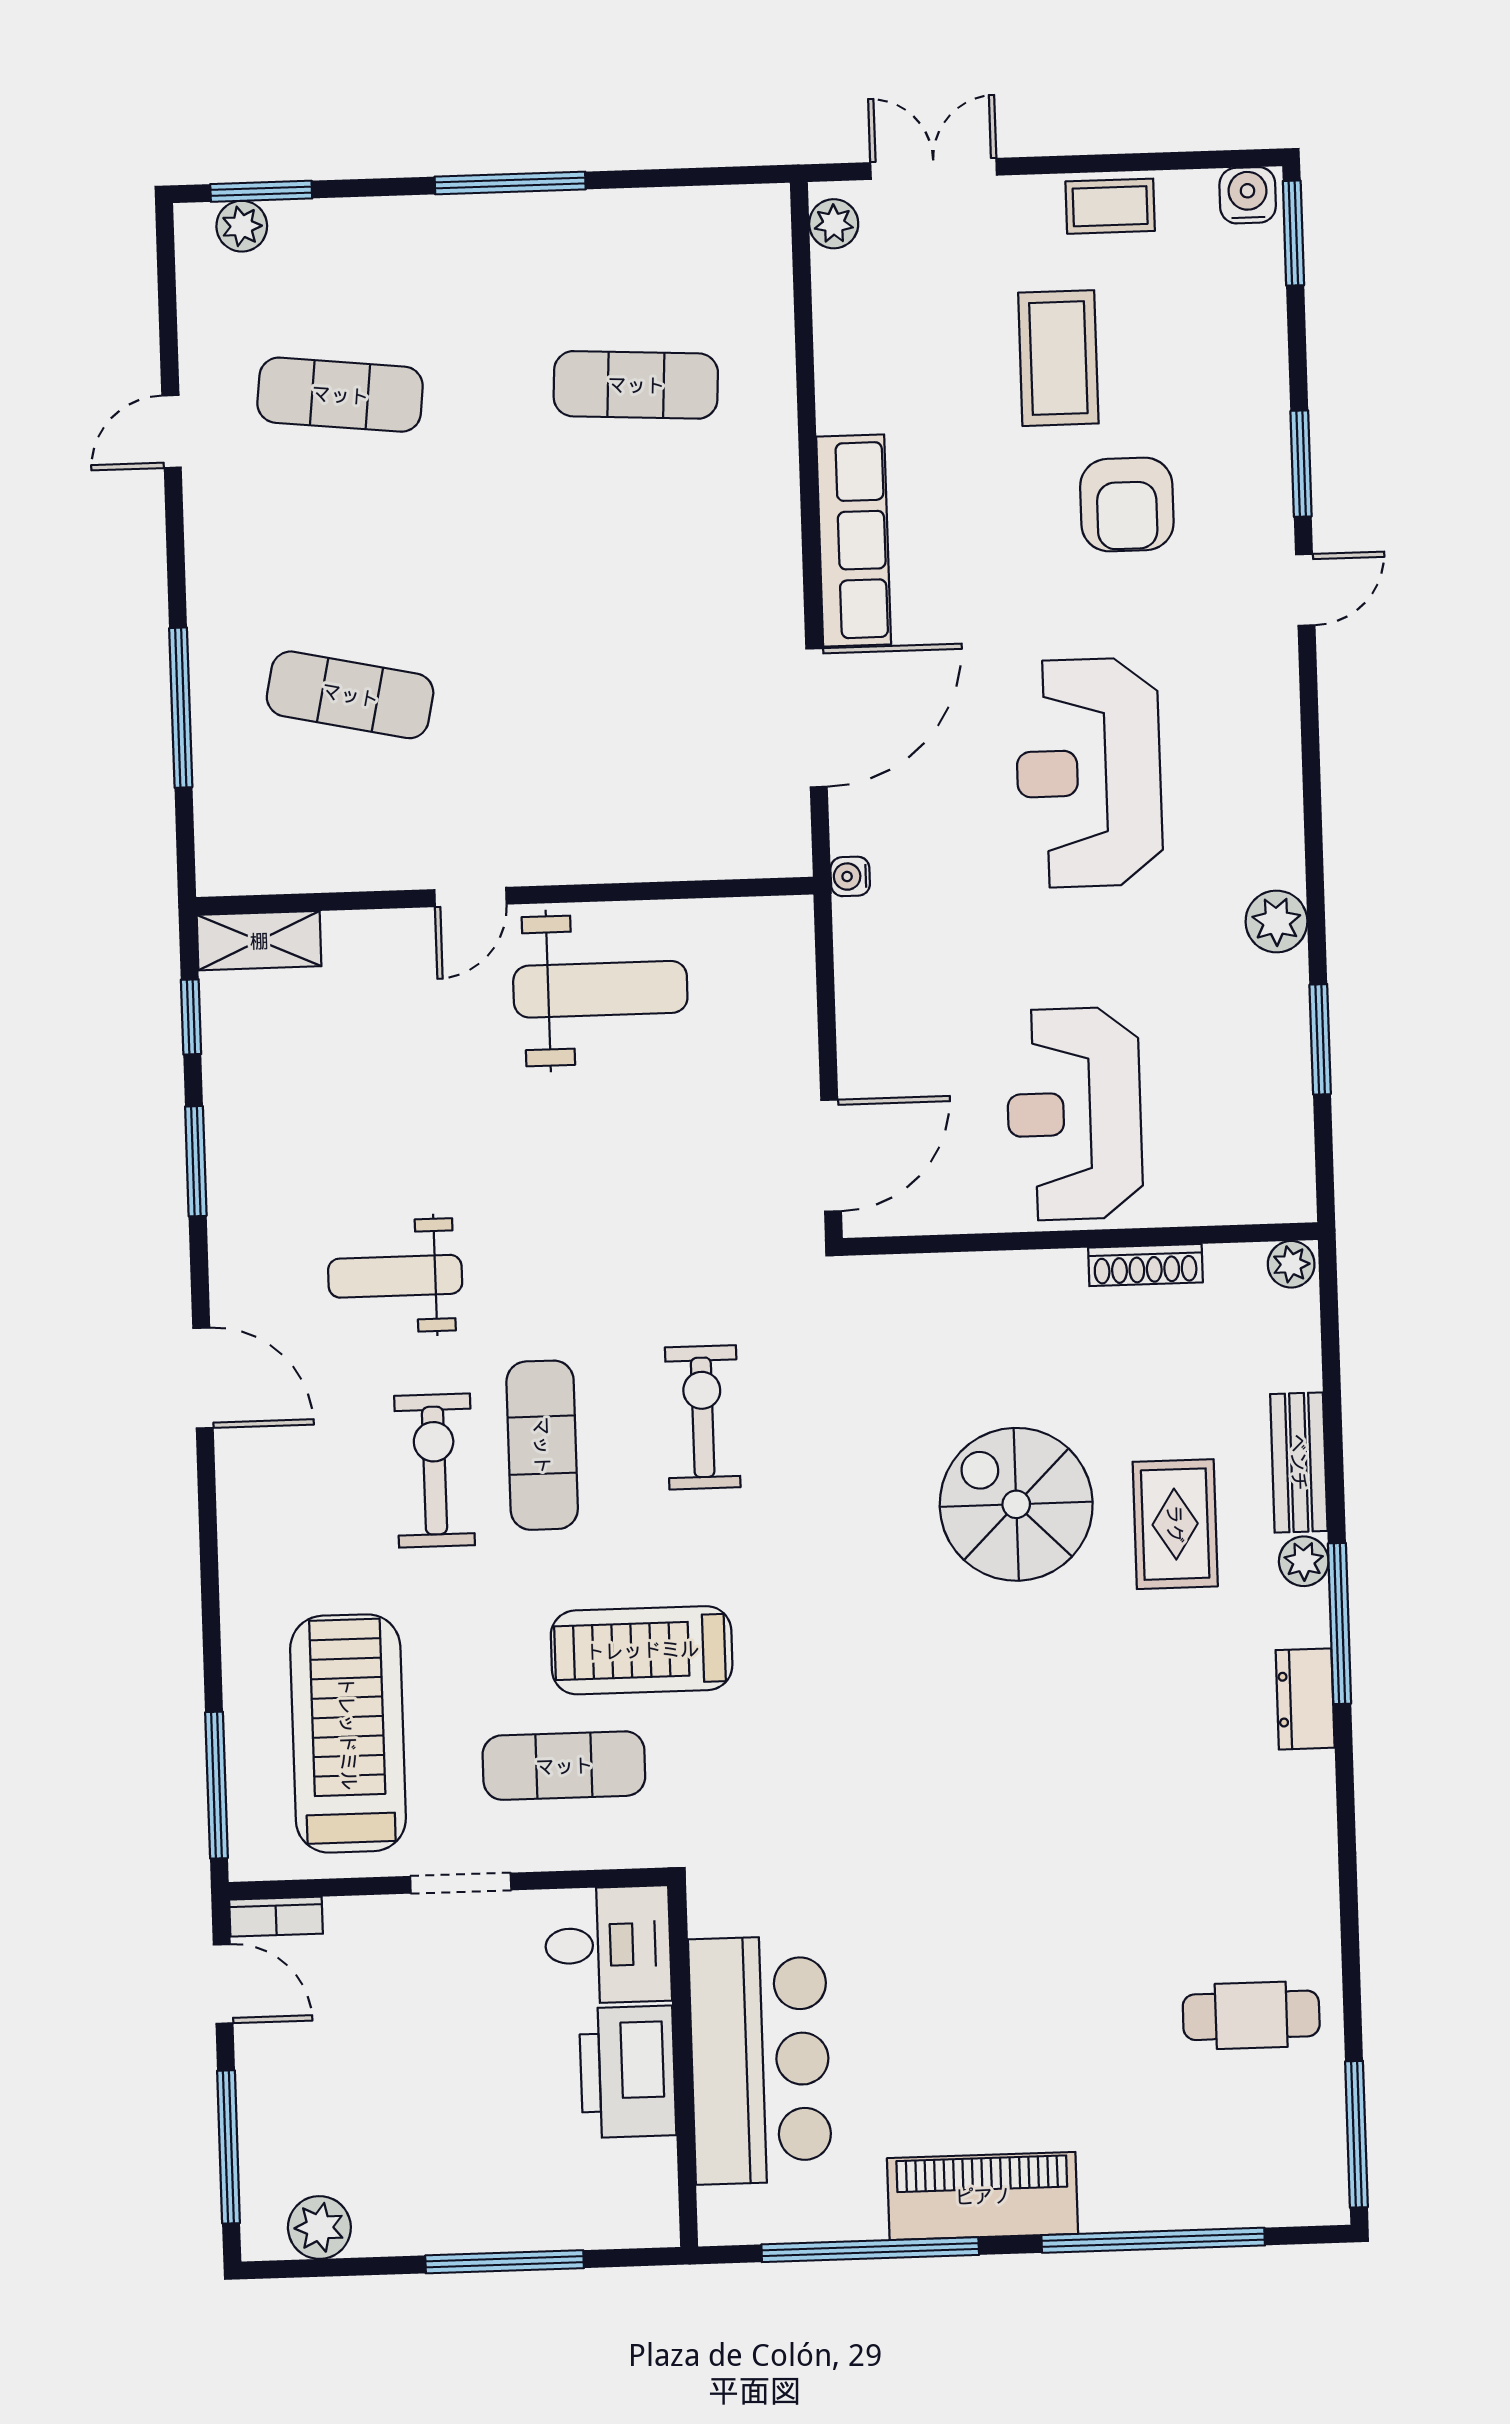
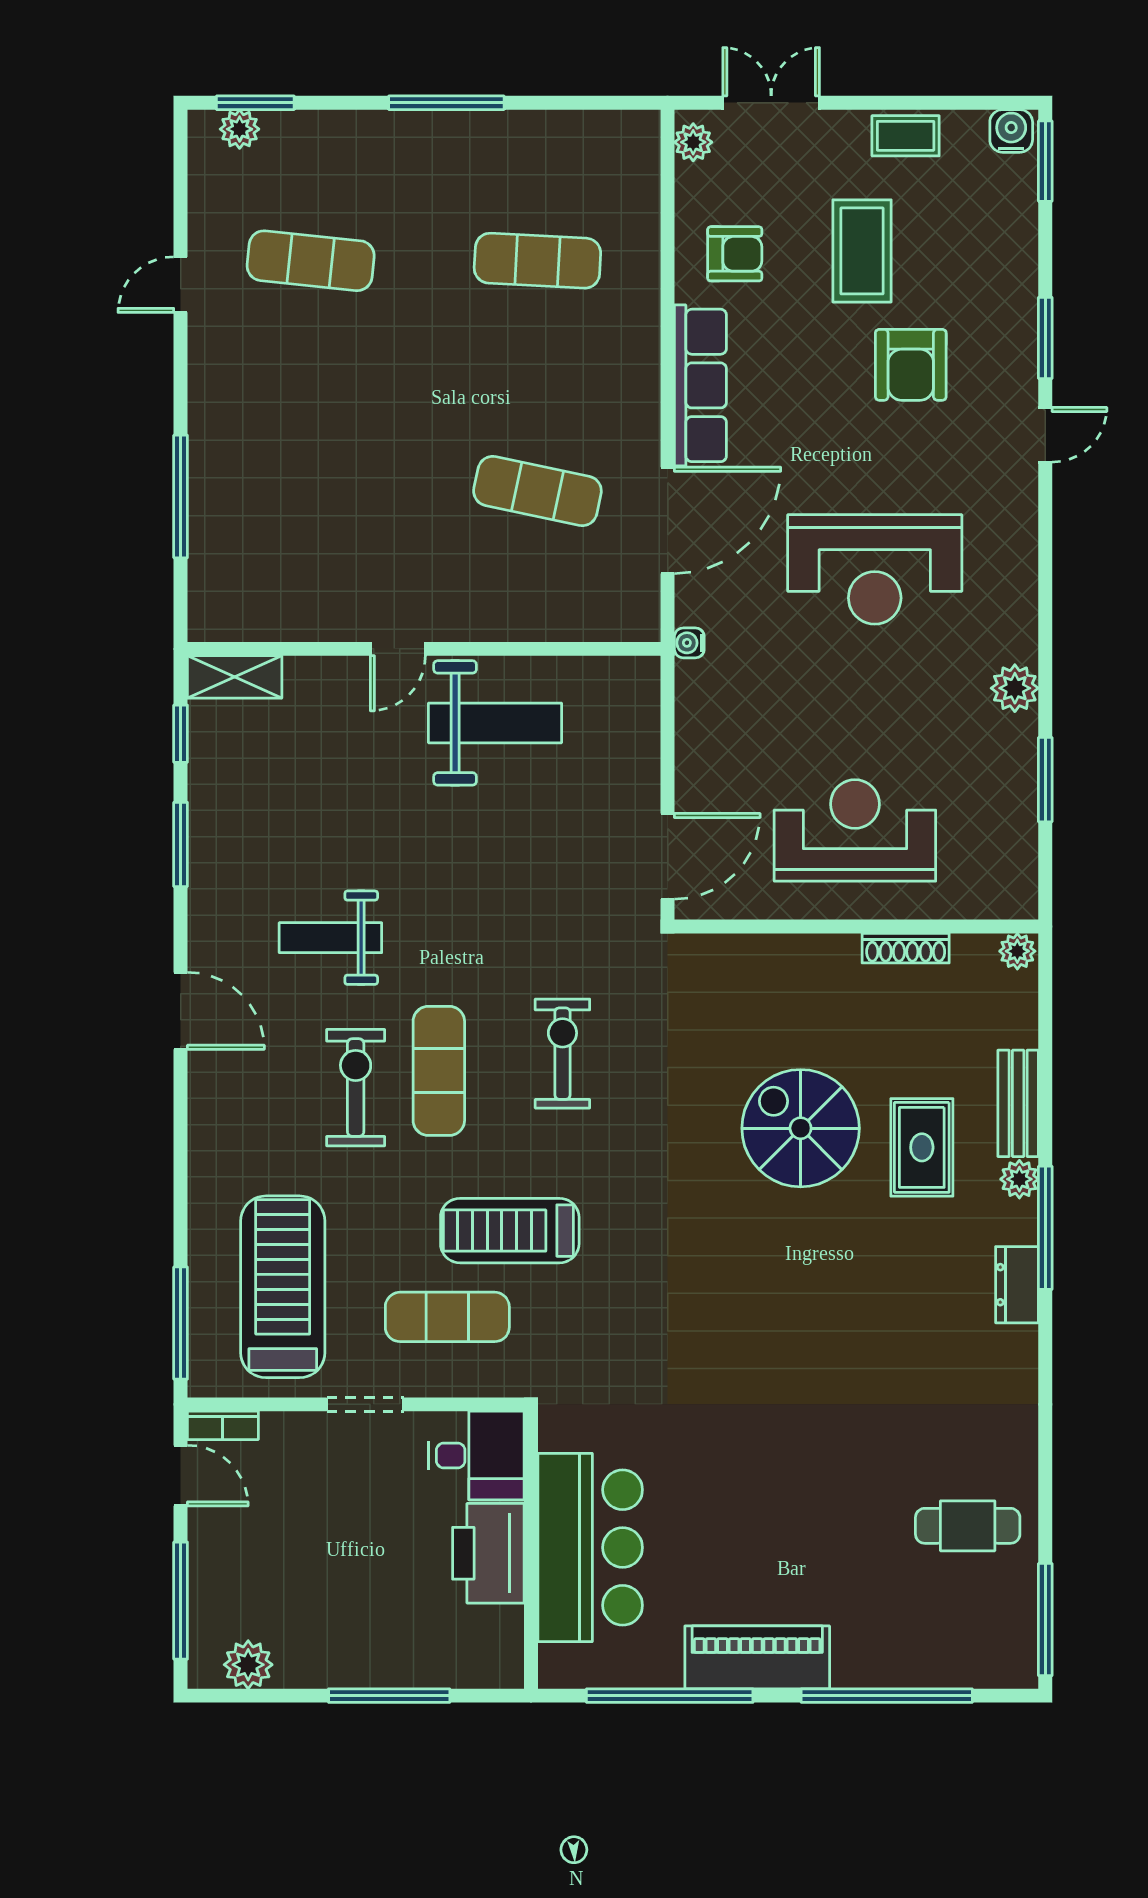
armchair: (893, 367) -> (735, 254), added
exercise mat: (350, 695) -> (537, 491), moved
reception desk: (1089, 773) -> (875, 569), turned -90
reception desk: (1074, 1114) -> (855, 830), turned 90

